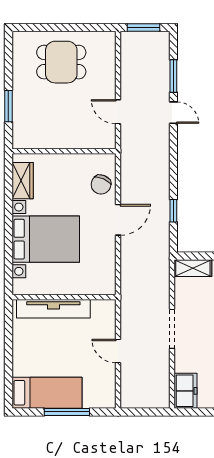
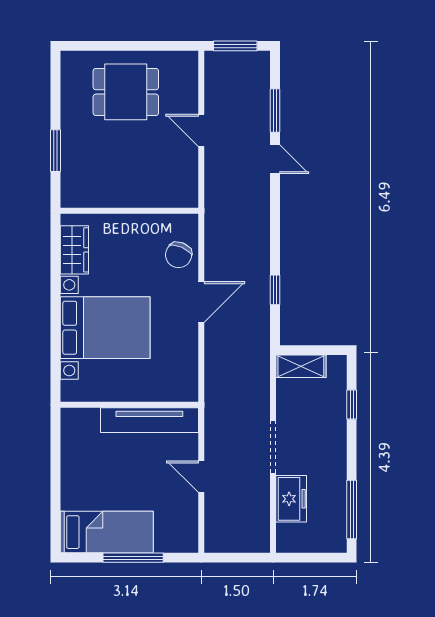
door: (118, 112) -> (201, 130), moved
tv unit: (53, 309) -> (149, 420), moved
freezer: (186, 391) -> (291, 499), moved

